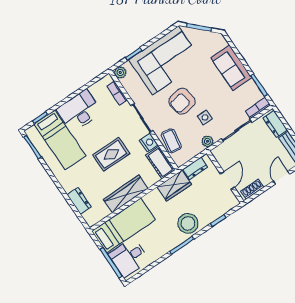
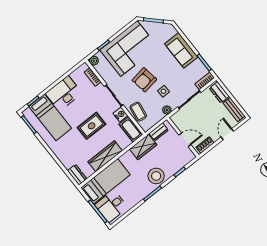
door: (227, 181) -> (185, 140), hinge flipped
dresser: (79, 201) -> (77, 175), moved

